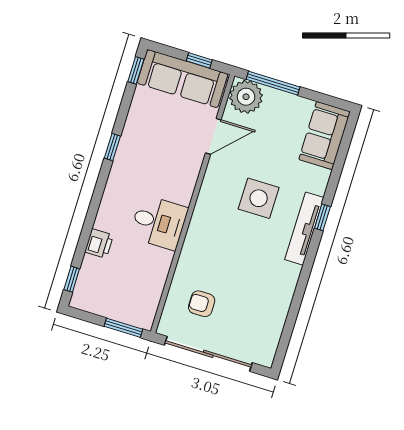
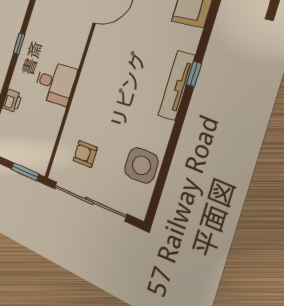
window: (112, 147) -> (19, 44), moved
side table: (259, 198) -> (141, 165), moved

